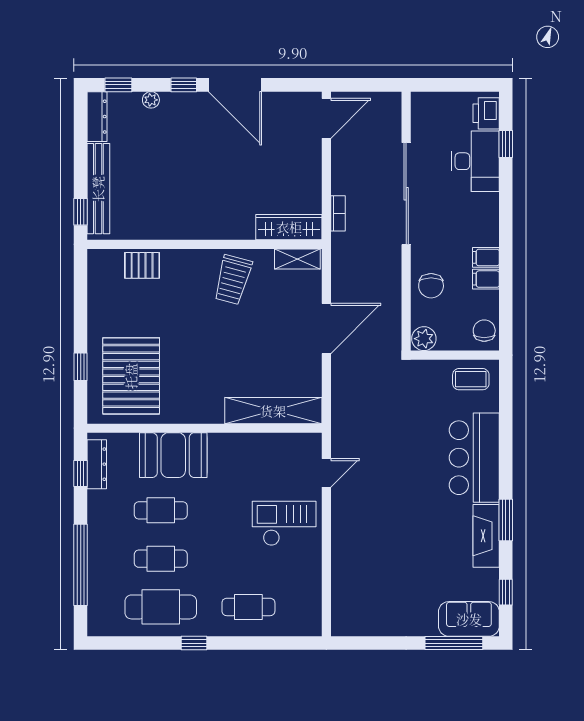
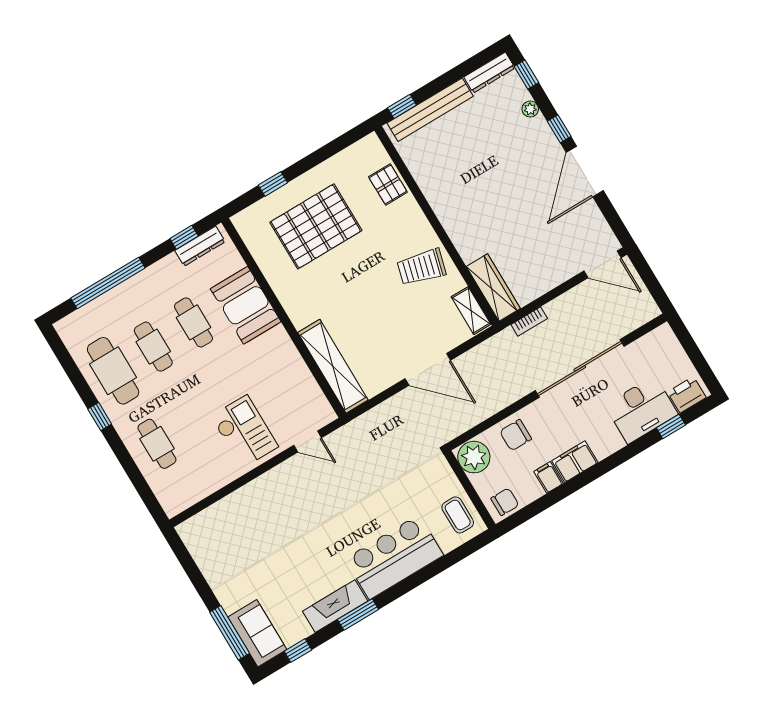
filing cabinet: (486, 257) -> (575, 462), width x2.00
plant: (424, 339) -> (474, 457), width x1.36, depth x1.36
pallet: (131, 376) -> (316, 226), moved

